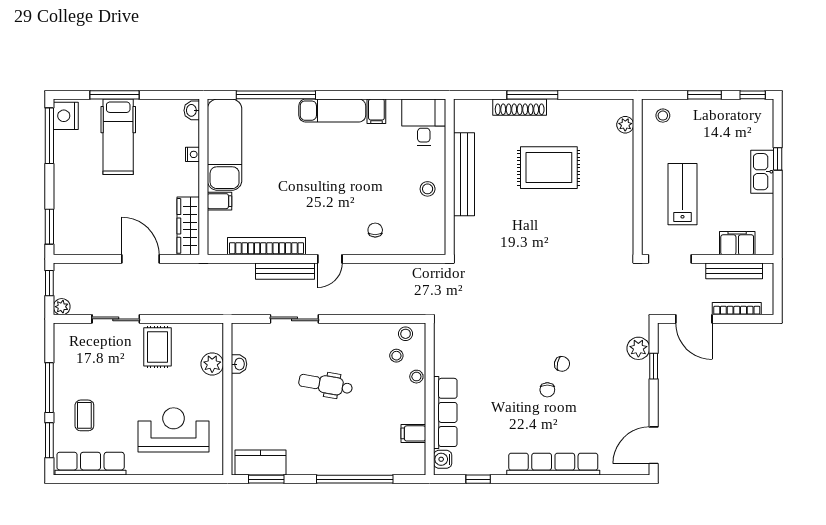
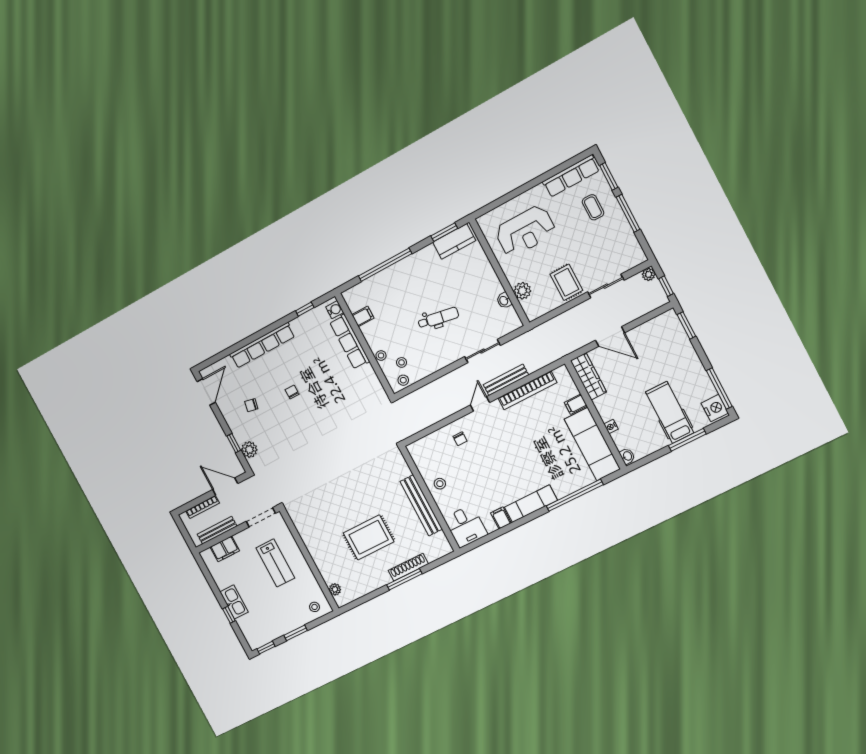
chair: (562, 364) -> (251, 405), moved

